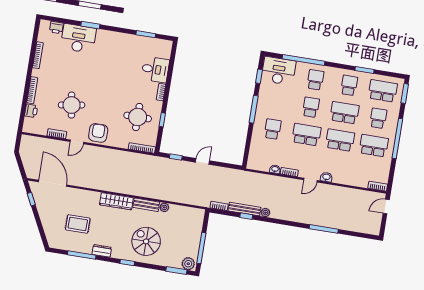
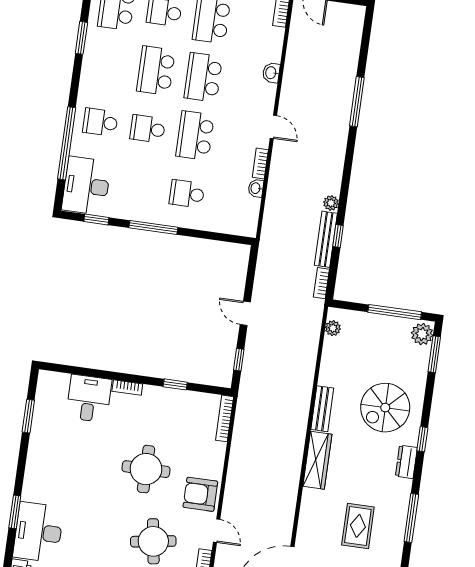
school desk: (349, 85) -> (109, 64), removed
round table: (138, 117) -> (146, 469), moved
washbasin: (326, 177) -> (271, 73), moved
plant: (164, 207) -> (333, 328), moved
dresser: (102, 251) -> (406, 462), moved

